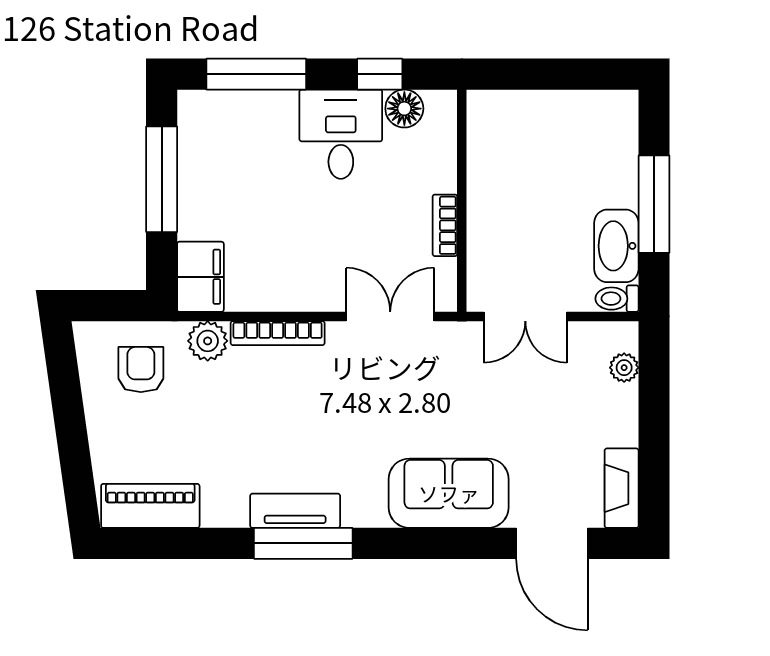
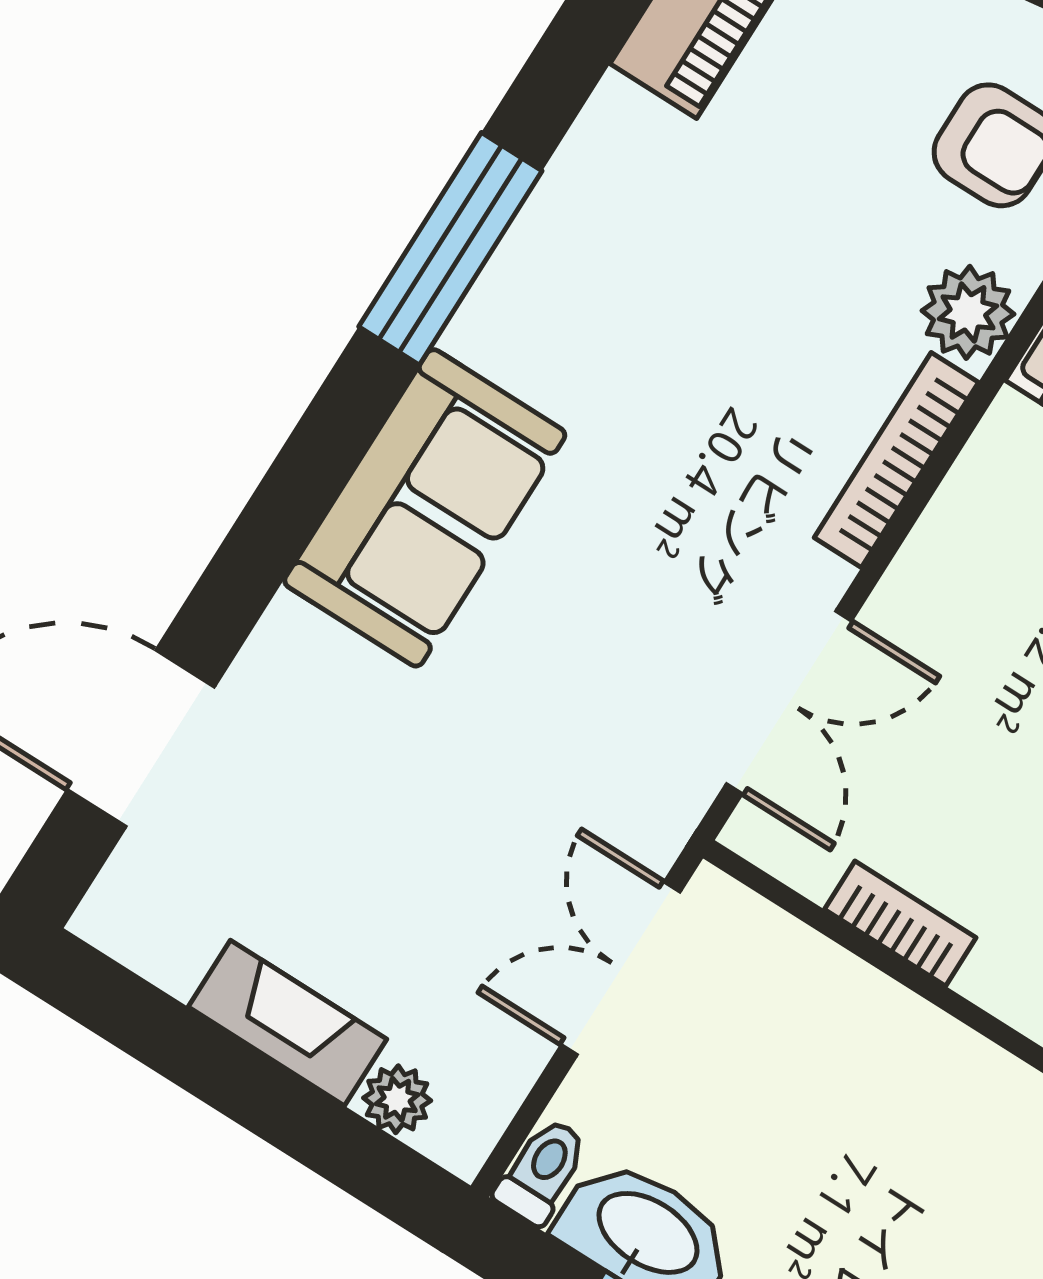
fireplace: (622, 488) -> (287, 1023), moved
sofa: (449, 493) -> (425, 508), moved
tv unit: (295, 511) -> (525, 273), removed

